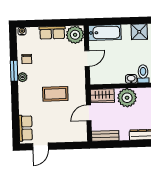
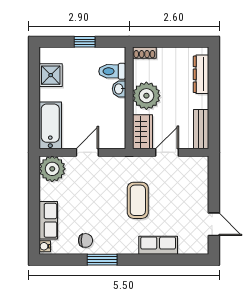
row of seats: (52, 33) -> (48, 220), moved
door: (87, 58) -> (87, 152), hinge flipped
plant: (22, 77) -> (112, 247), removed
door: (89, 113) -> (167, 152), swing flipped
row of seats: (26, 128) -> (158, 245), moved

